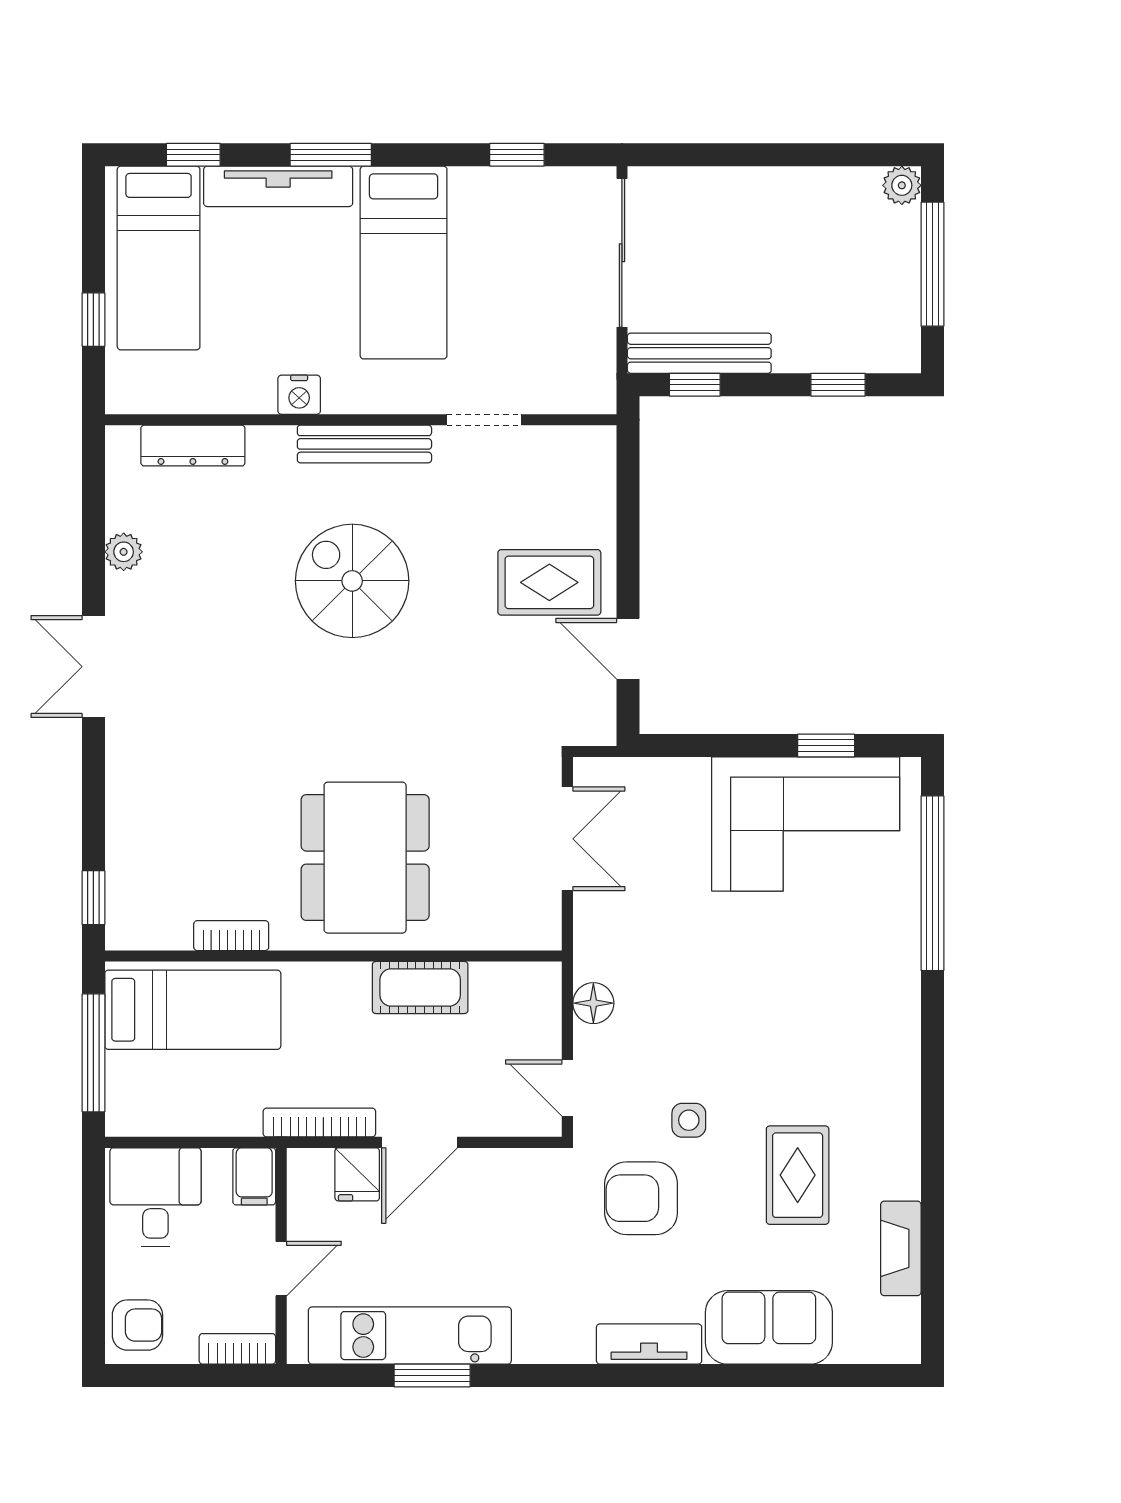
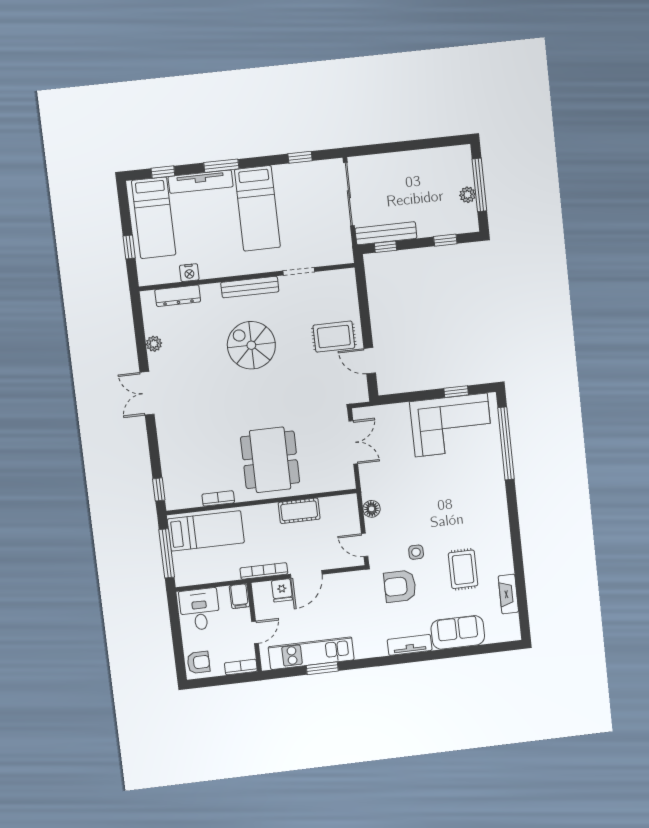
plant: (902, 185) -> (468, 195), moved
nightstand: (299, 395) -> (189, 273), moved

